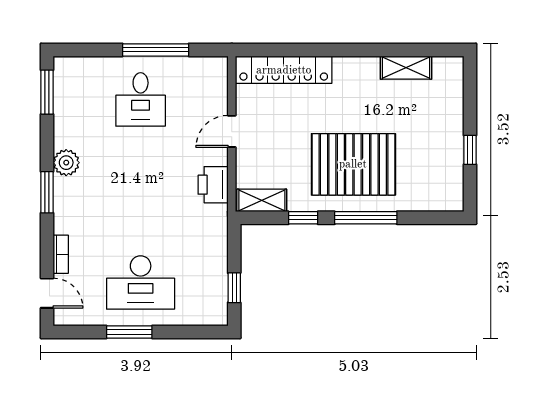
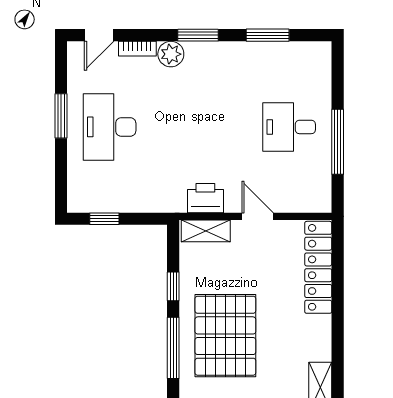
window: (47, 92) -> (268, 35), moved
plant: (66, 163) -> (171, 54), moved
shelving: (262, 200) -> (206, 231), moved, turned 90

